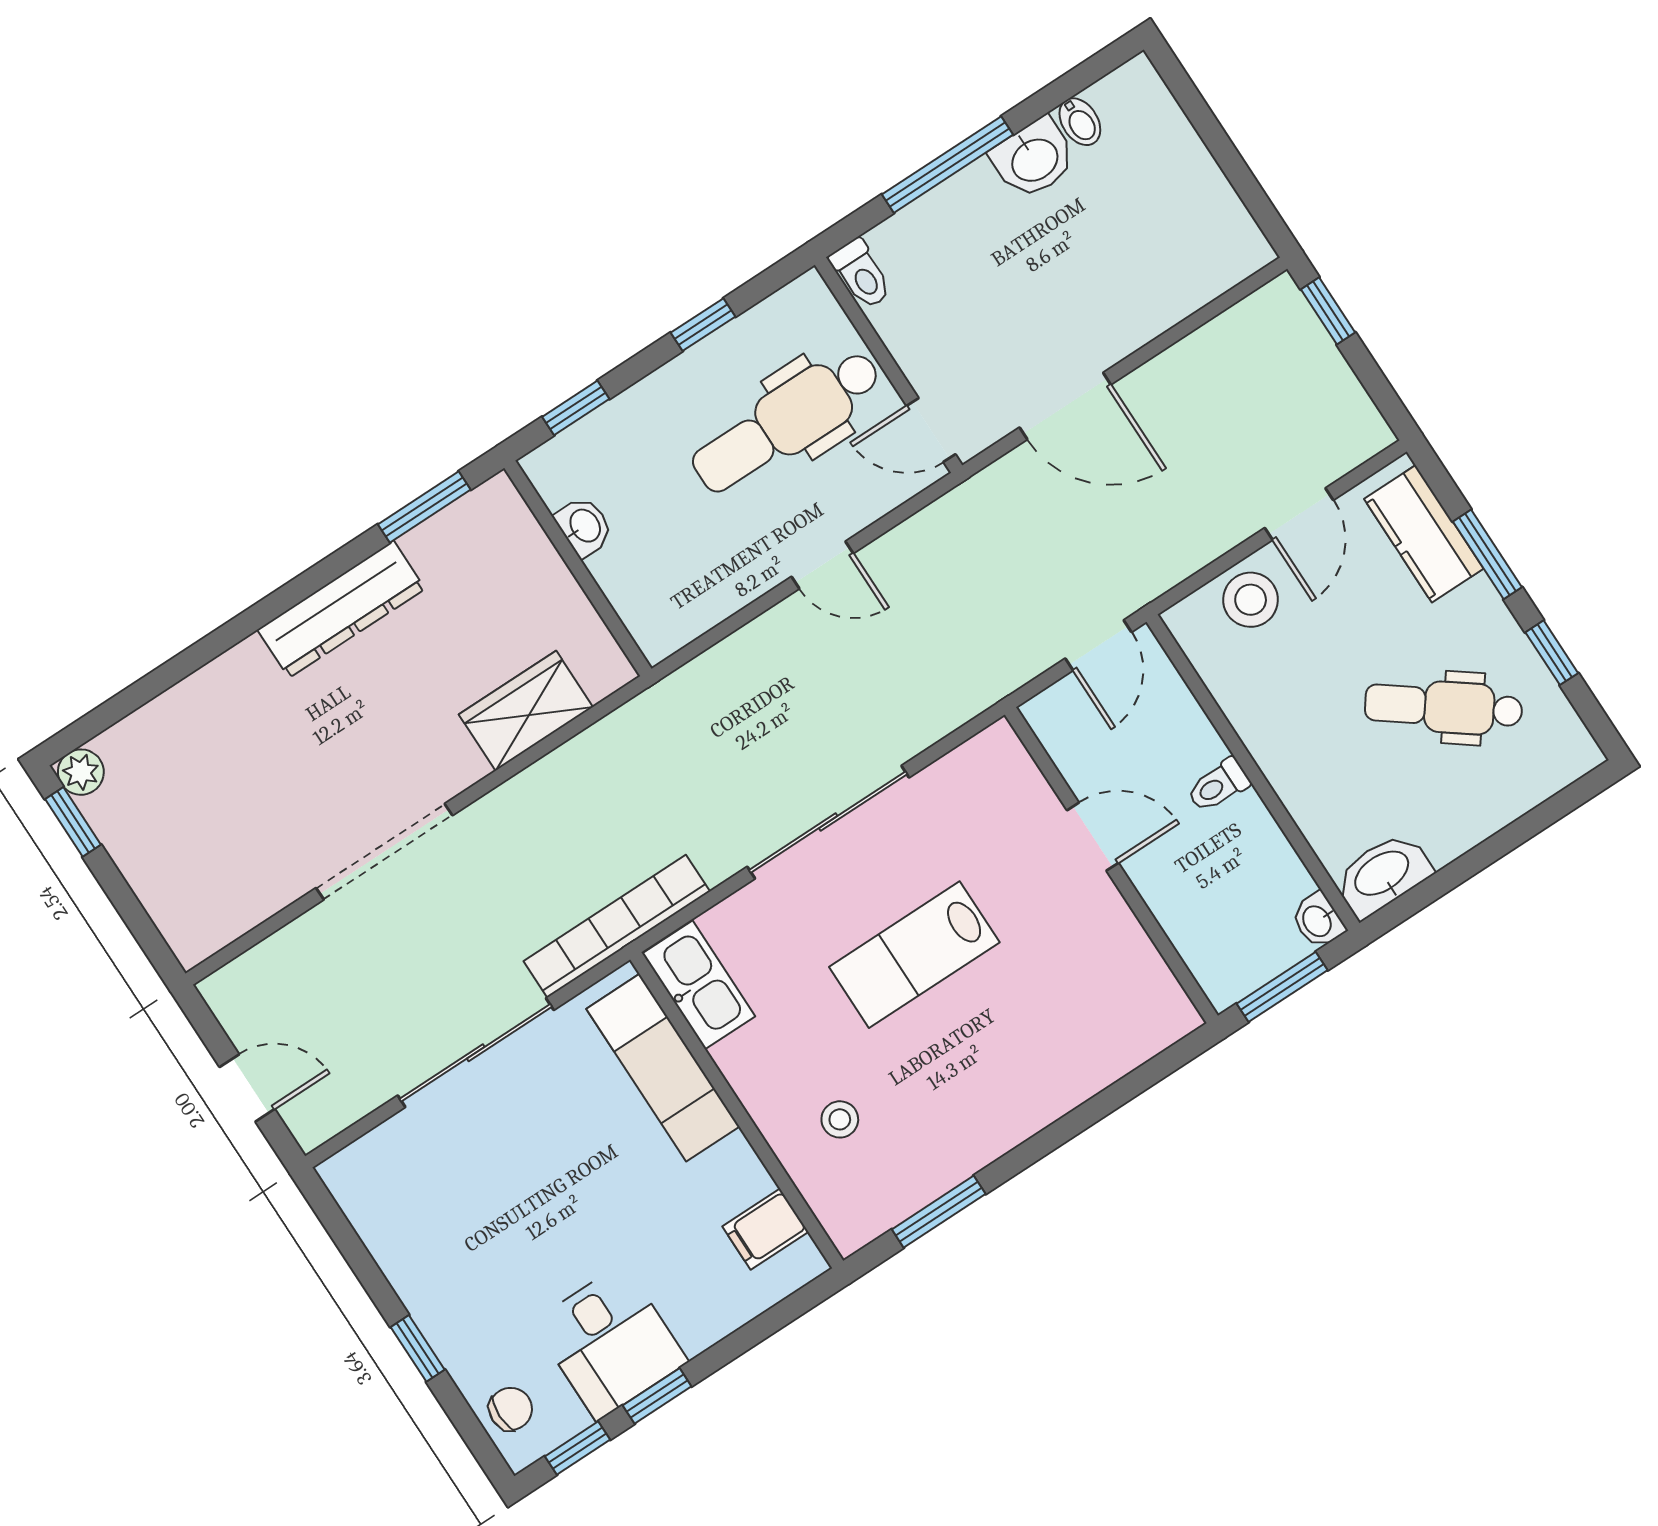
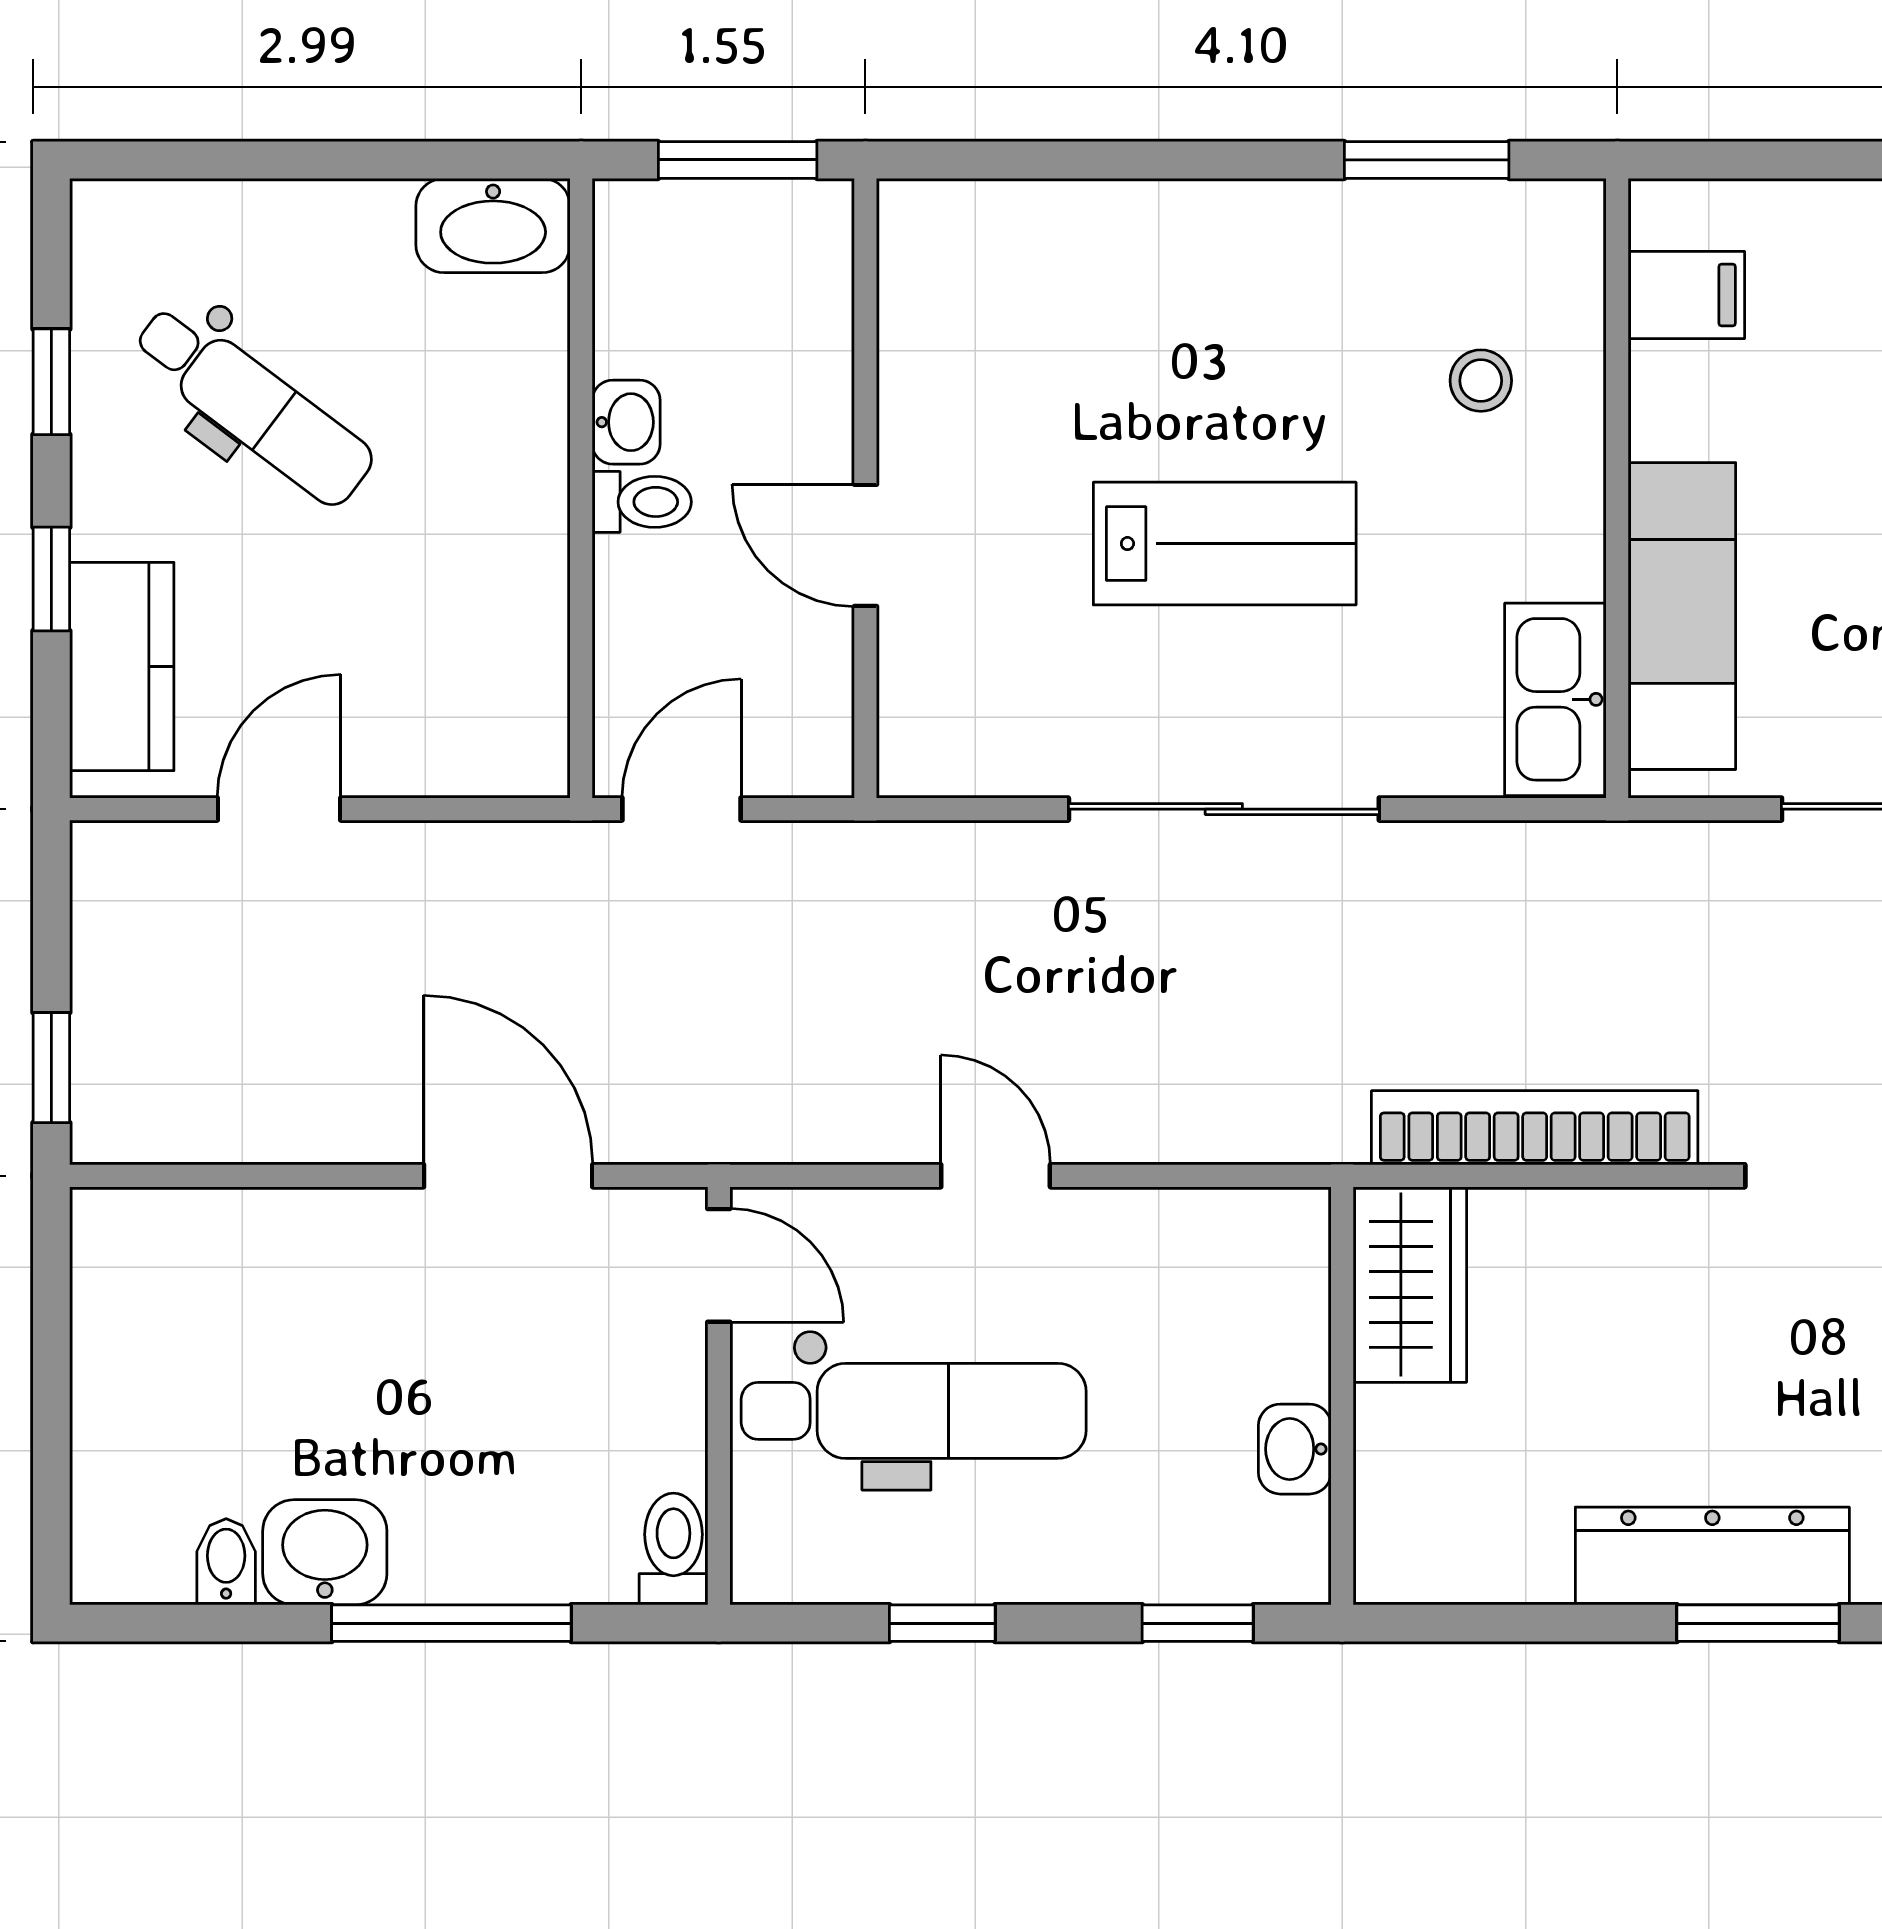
window: (424, 507) -> (1758, 1623), moved
window: (1487, 554) -> (51, 579), width x0.67
stool: (1251, 600) -> (426, 733), removed
wardrobe: (526, 711) -> (1410, 1285), moved, turned -90
washbasin: (1318, 921) -> (626, 422), moved
bookcase: (617, 926) -> (1535, 1128), moved, turned 180

